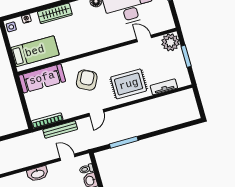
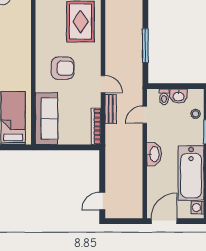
armchair: (87, 80) -> (63, 68), turned 153
door: (96, 113) -> (103, 84), moved
bench: (60, 130) -> (111, 109), width x0.73

